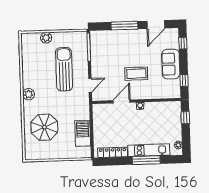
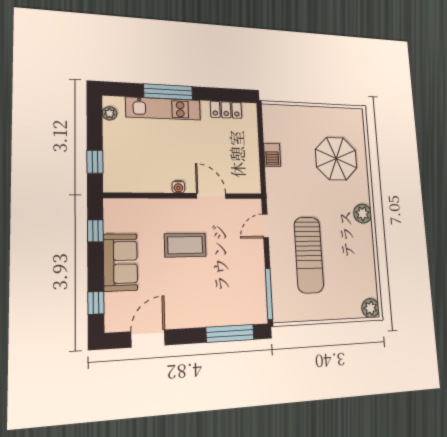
window: (125, 26) -> (230, 333), moved
plant: (46, 38) -> (370, 308), moved
door: (122, 101) -> (211, 196), swing flipped
barbecue: (83, 133) -> (272, 155), width x0.53, depth x0.65
locker: (113, 152) -> (226, 110), width x0.66

